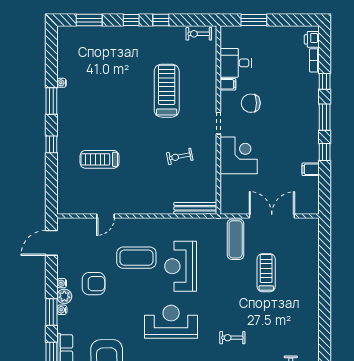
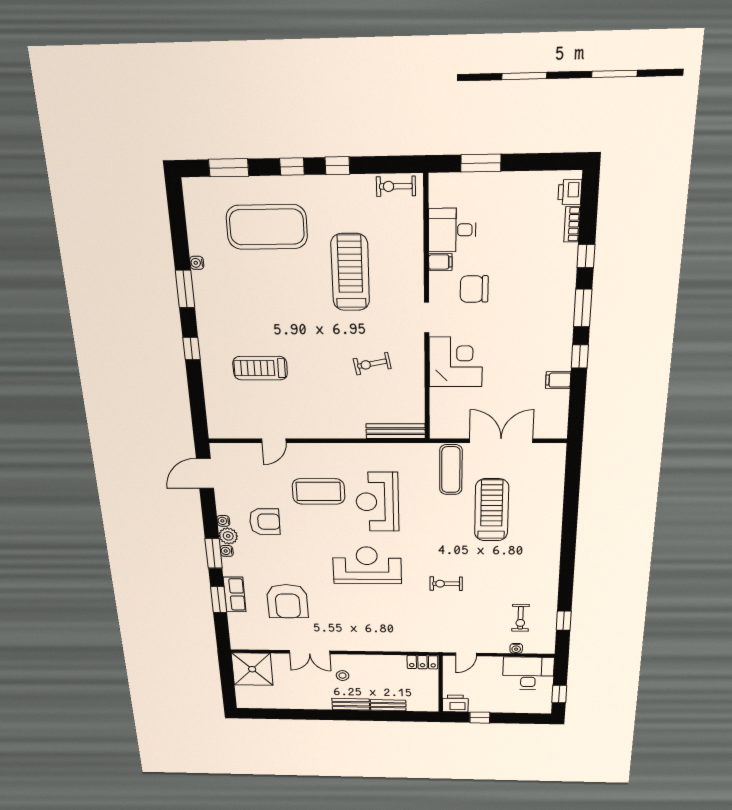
exercise mat: (112, 59) -> (267, 227), added
treadmill: (266, 273) -> (492, 510), width x1.37, depth x1.38

